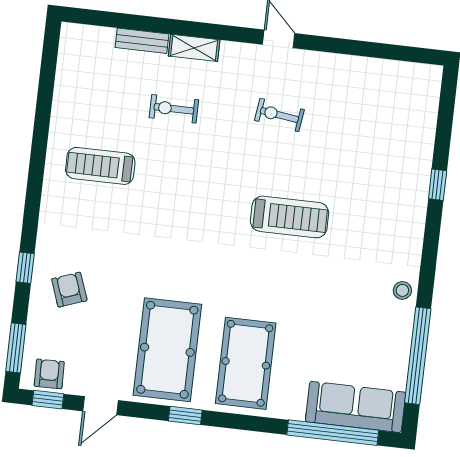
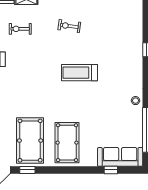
treadmill: (290, 217) -> (79, 73), turned 180
window: (185, 416) -> (27, 170), moved
window: (333, 433) -> (111, 170), width x0.32

